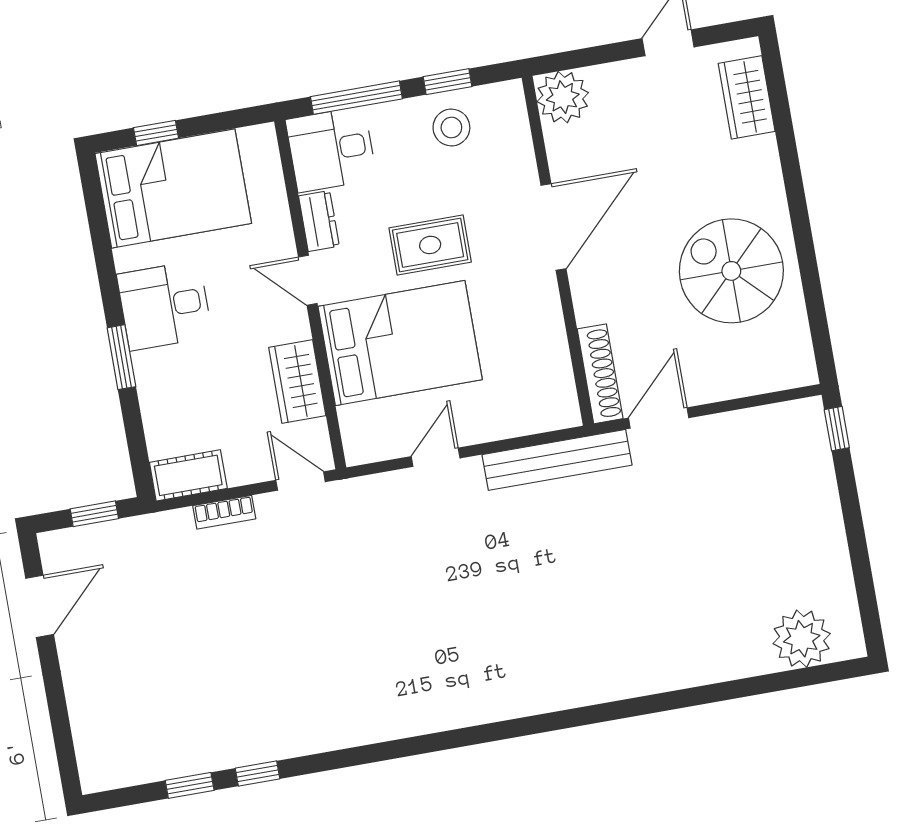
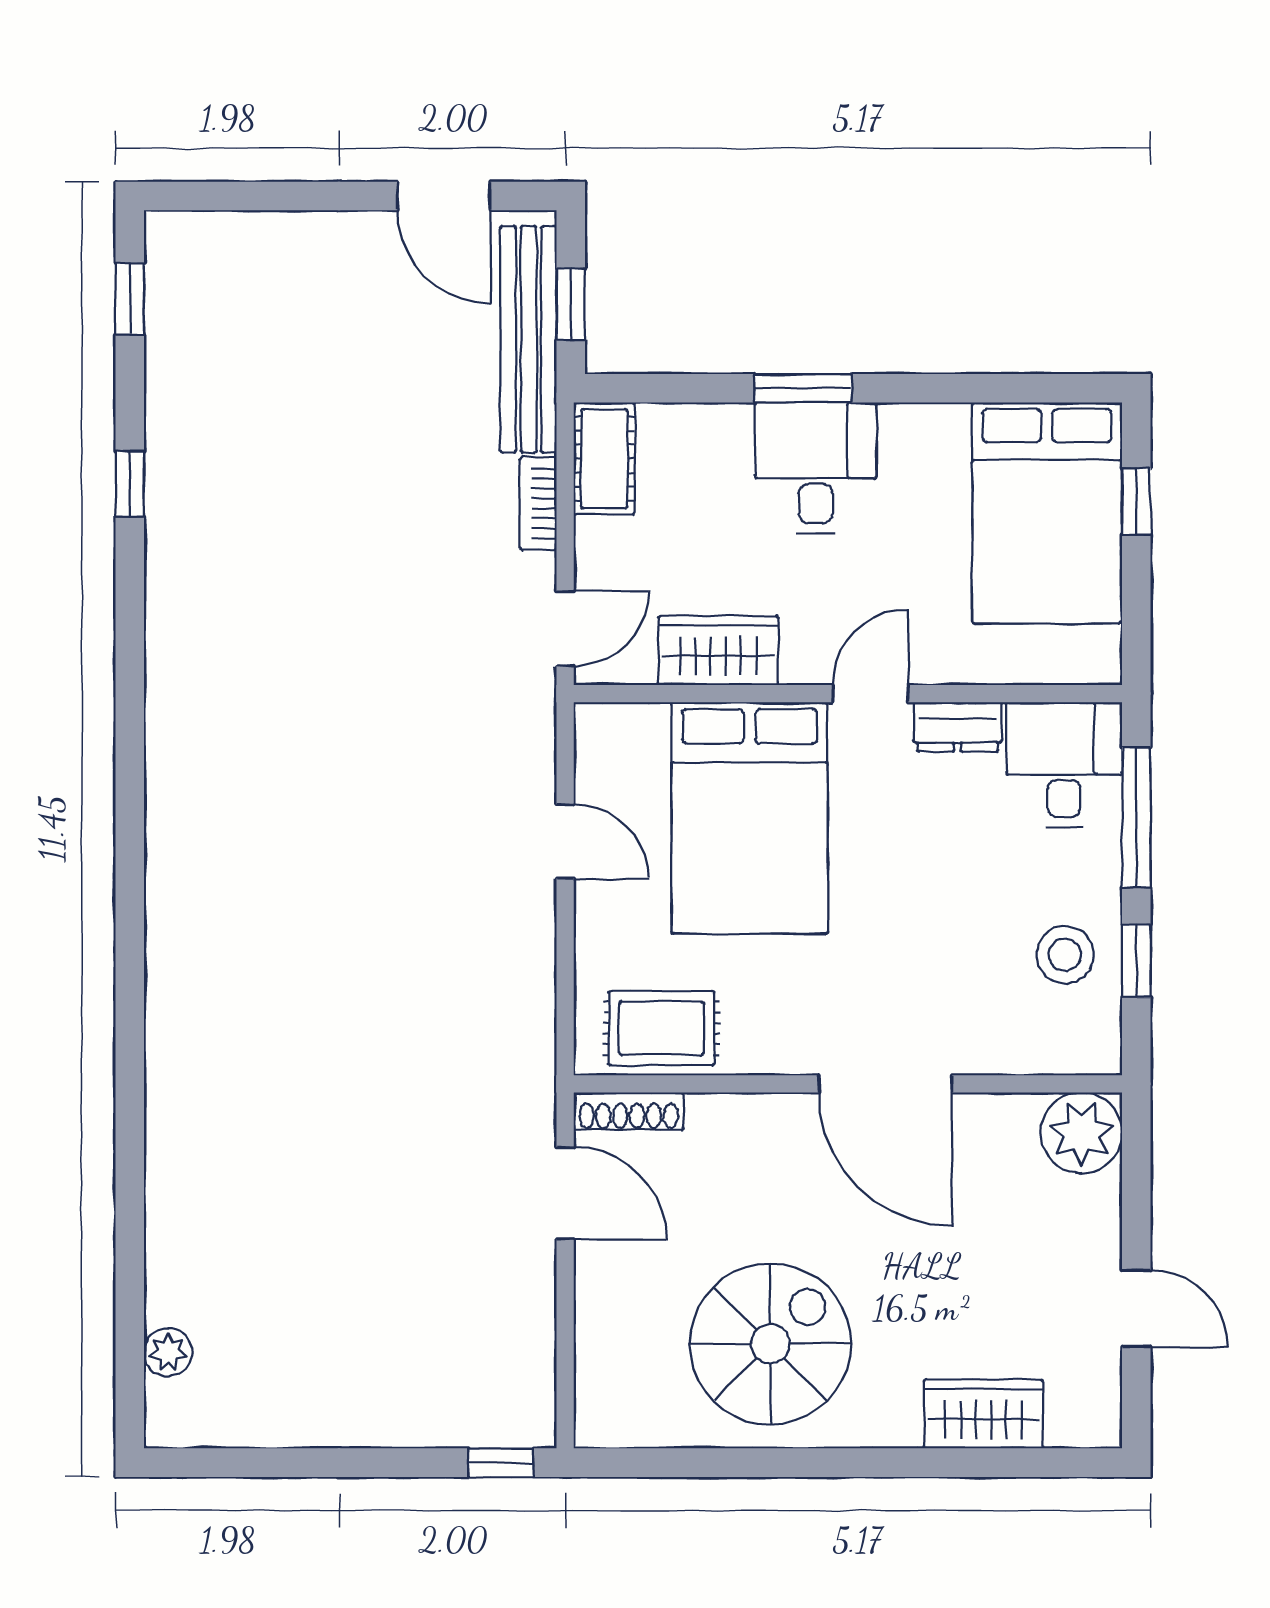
wardrobe: (747, 97) -> (983, 1414), moved
rug: (430, 245) -> (661, 1028), moved, turned 90
desk: (165, 306) -> (816, 468), moved
shoe rack: (600, 374) -> (629, 1111), width x0.74, depth x0.81
bench: (557, 460) -> (529, 339), moved
plant: (802, 639) -> (168, 1352), width x0.53, depth x0.53
window: (190, 785) -> (130, 299), moved

